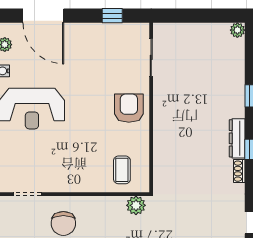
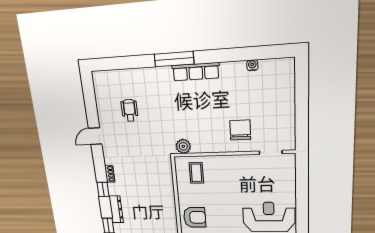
armchair: (129, 108) -> (195, 217), turned -90
dresser: (237, 138) -> (116, 209), moved

